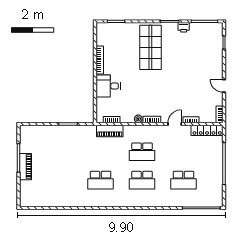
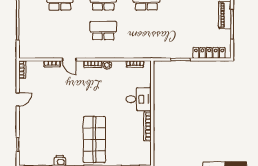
door: (224, 86) -> (18, 99), hinge flipped
door: (175, 124) -> (69, 59), hinge flipped
locker: (207, 130) -> (209, 53), moved
piano: (110, 131) -> (137, 52), removed

